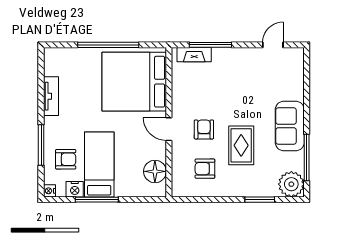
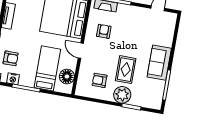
armchair: (204, 129) -> (104, 31), moved
bed: (99, 165) -> (47, 68), moved
plant: (291, 184) -> (122, 95), moved

